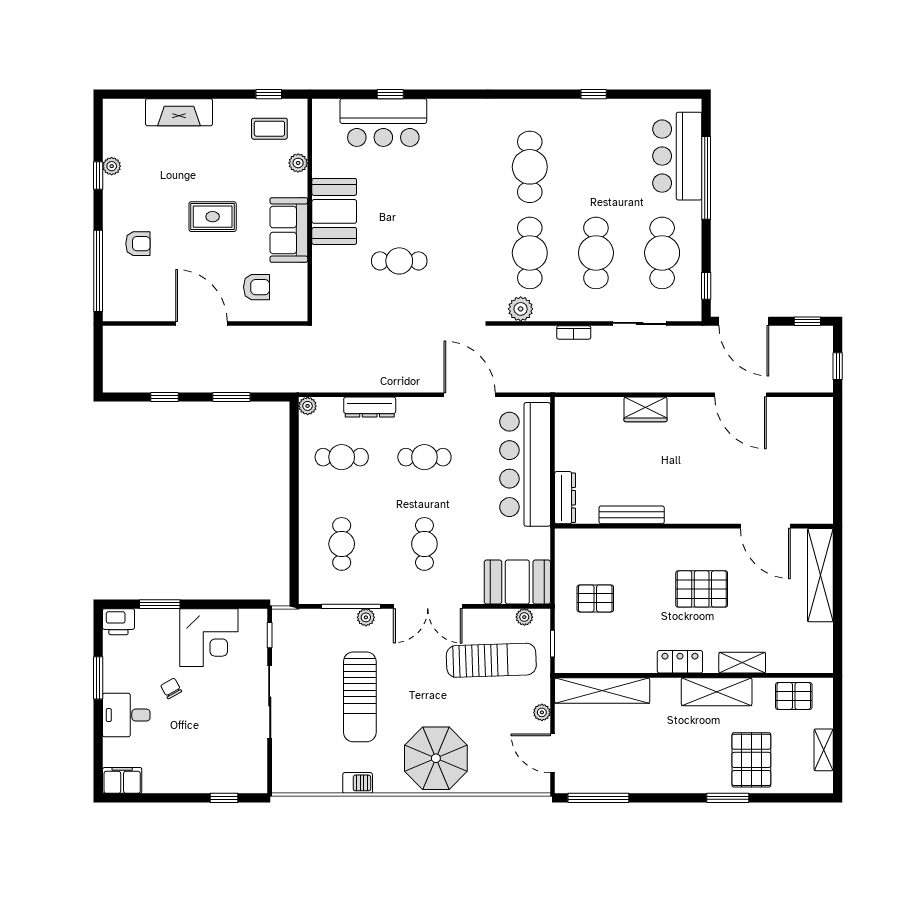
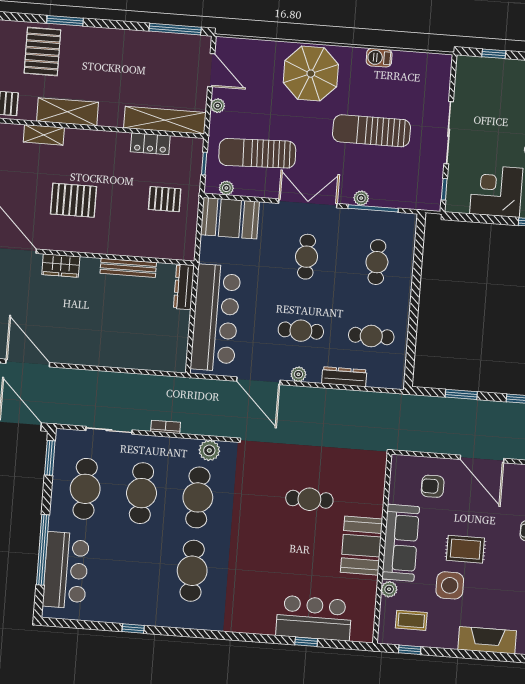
side table: (228, 173) -> (450, 585), added
sofa: (289, 230) -> (401, 543), width x1.36
window: (706, 286) -> (50, 458), width x1.50
plant: (308, 406) -> (298, 374), moved
wardrobe: (645, 409) -> (61, 266), moved, turned 180
locker: (680, 662) -> (150, 144), moved
sun lounger: (360, 697) -> (372, 131), turned -90

